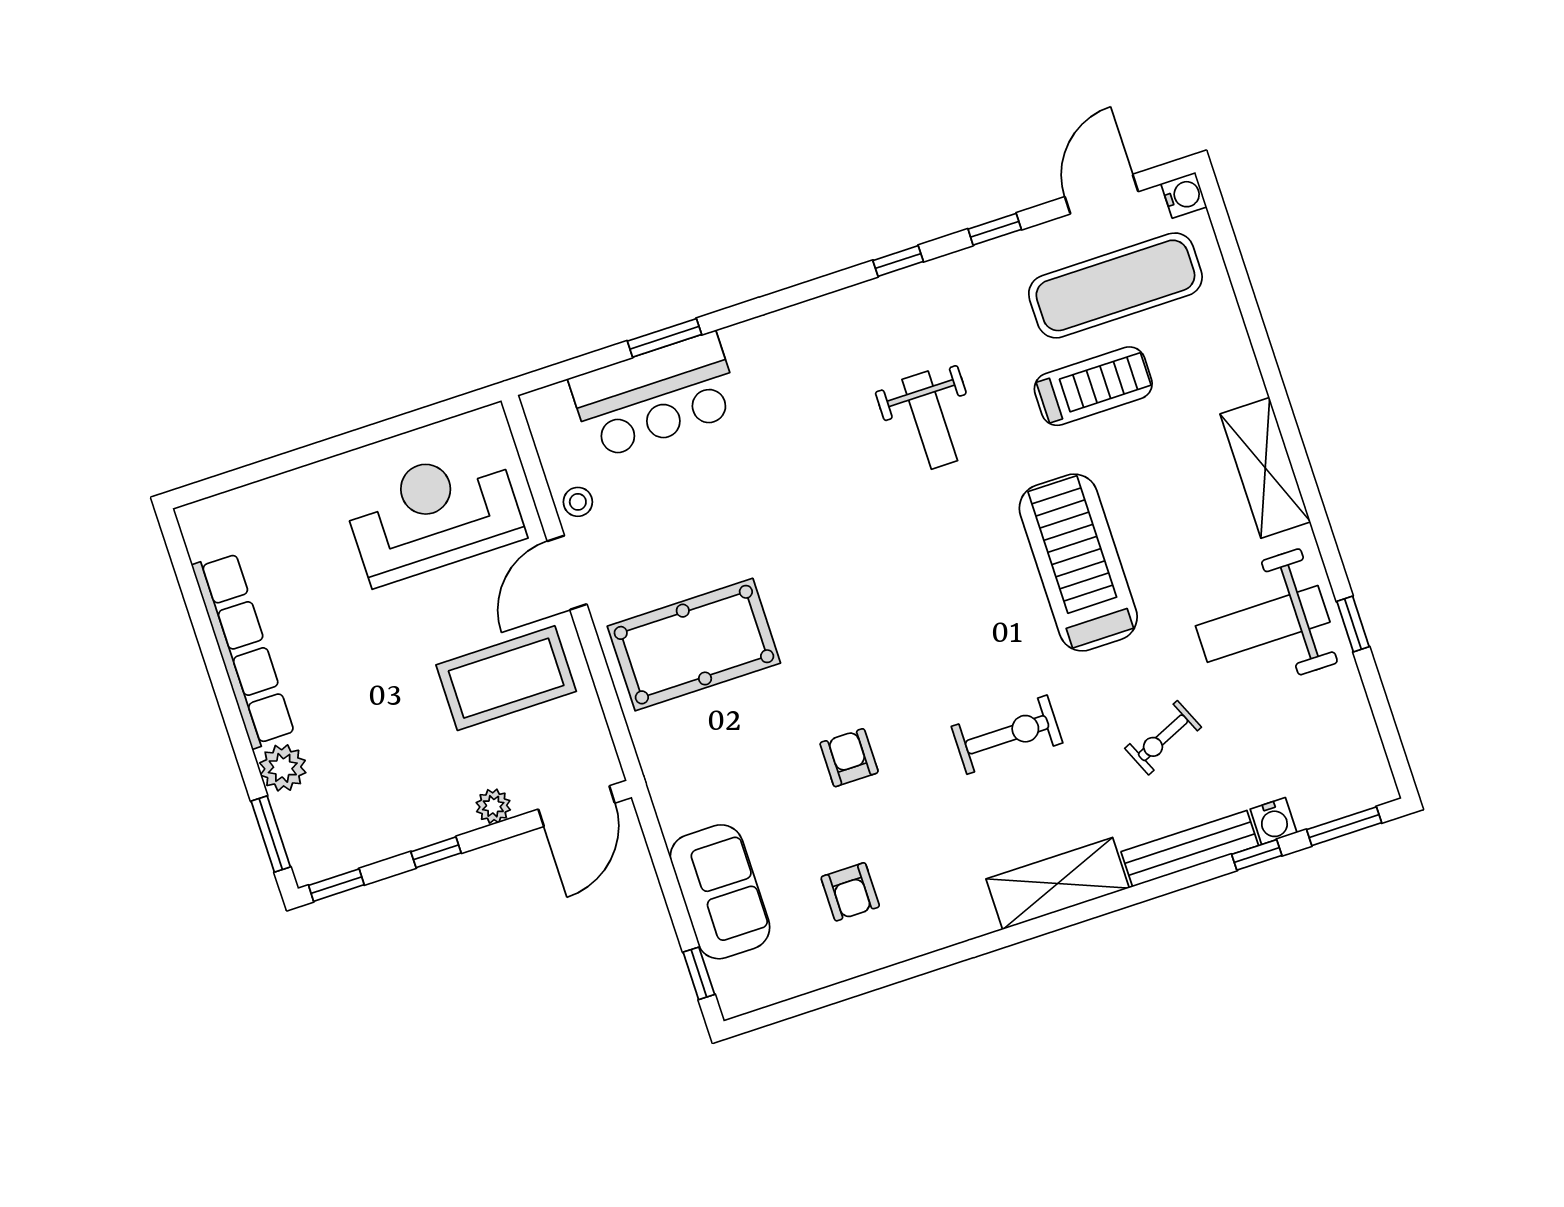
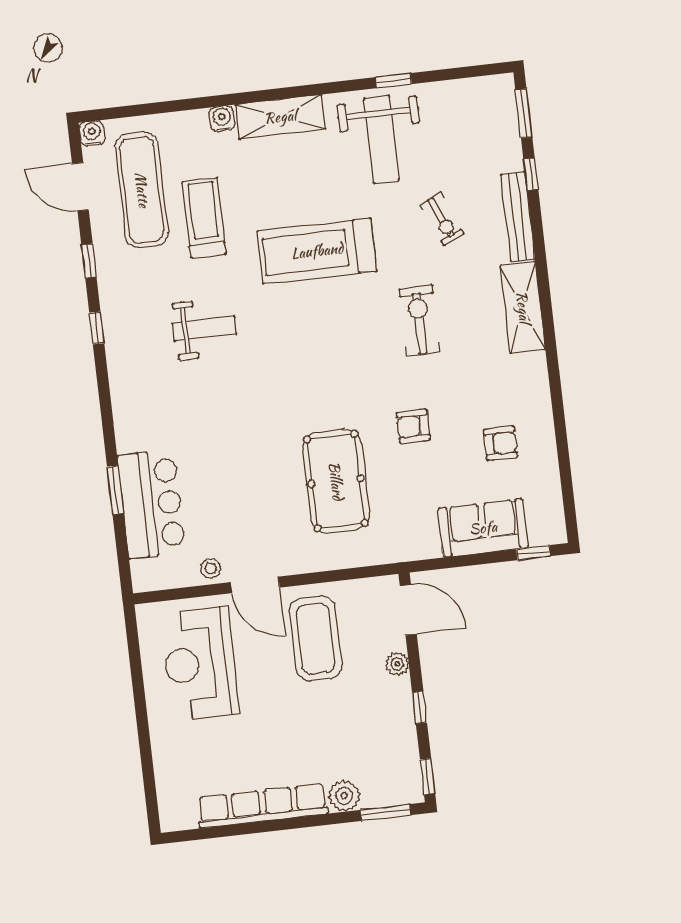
pool table: (694, 645) -> (336, 481), moved
water cooler: (1274, 821) -> (222, 118), moved, turned -90

